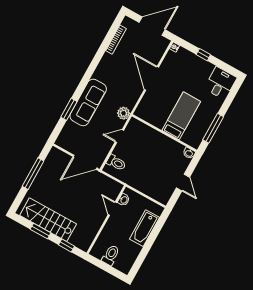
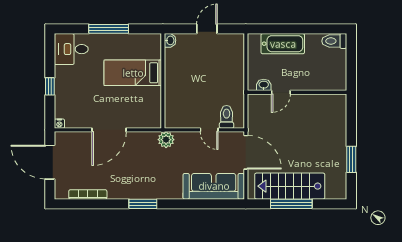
sofa: (88, 102) -> (214, 186), moved
window: (69, 109) -> (143, 204), moved
window: (213, 128) -> (109, 29), moved
door: (119, 136) -> (209, 130), moved
stairs: (48, 220) -> (290, 186), moved, turned 90
window: (66, 245) -> (351, 121), removed
toilet: (111, 255) -> (334, 41), moved

